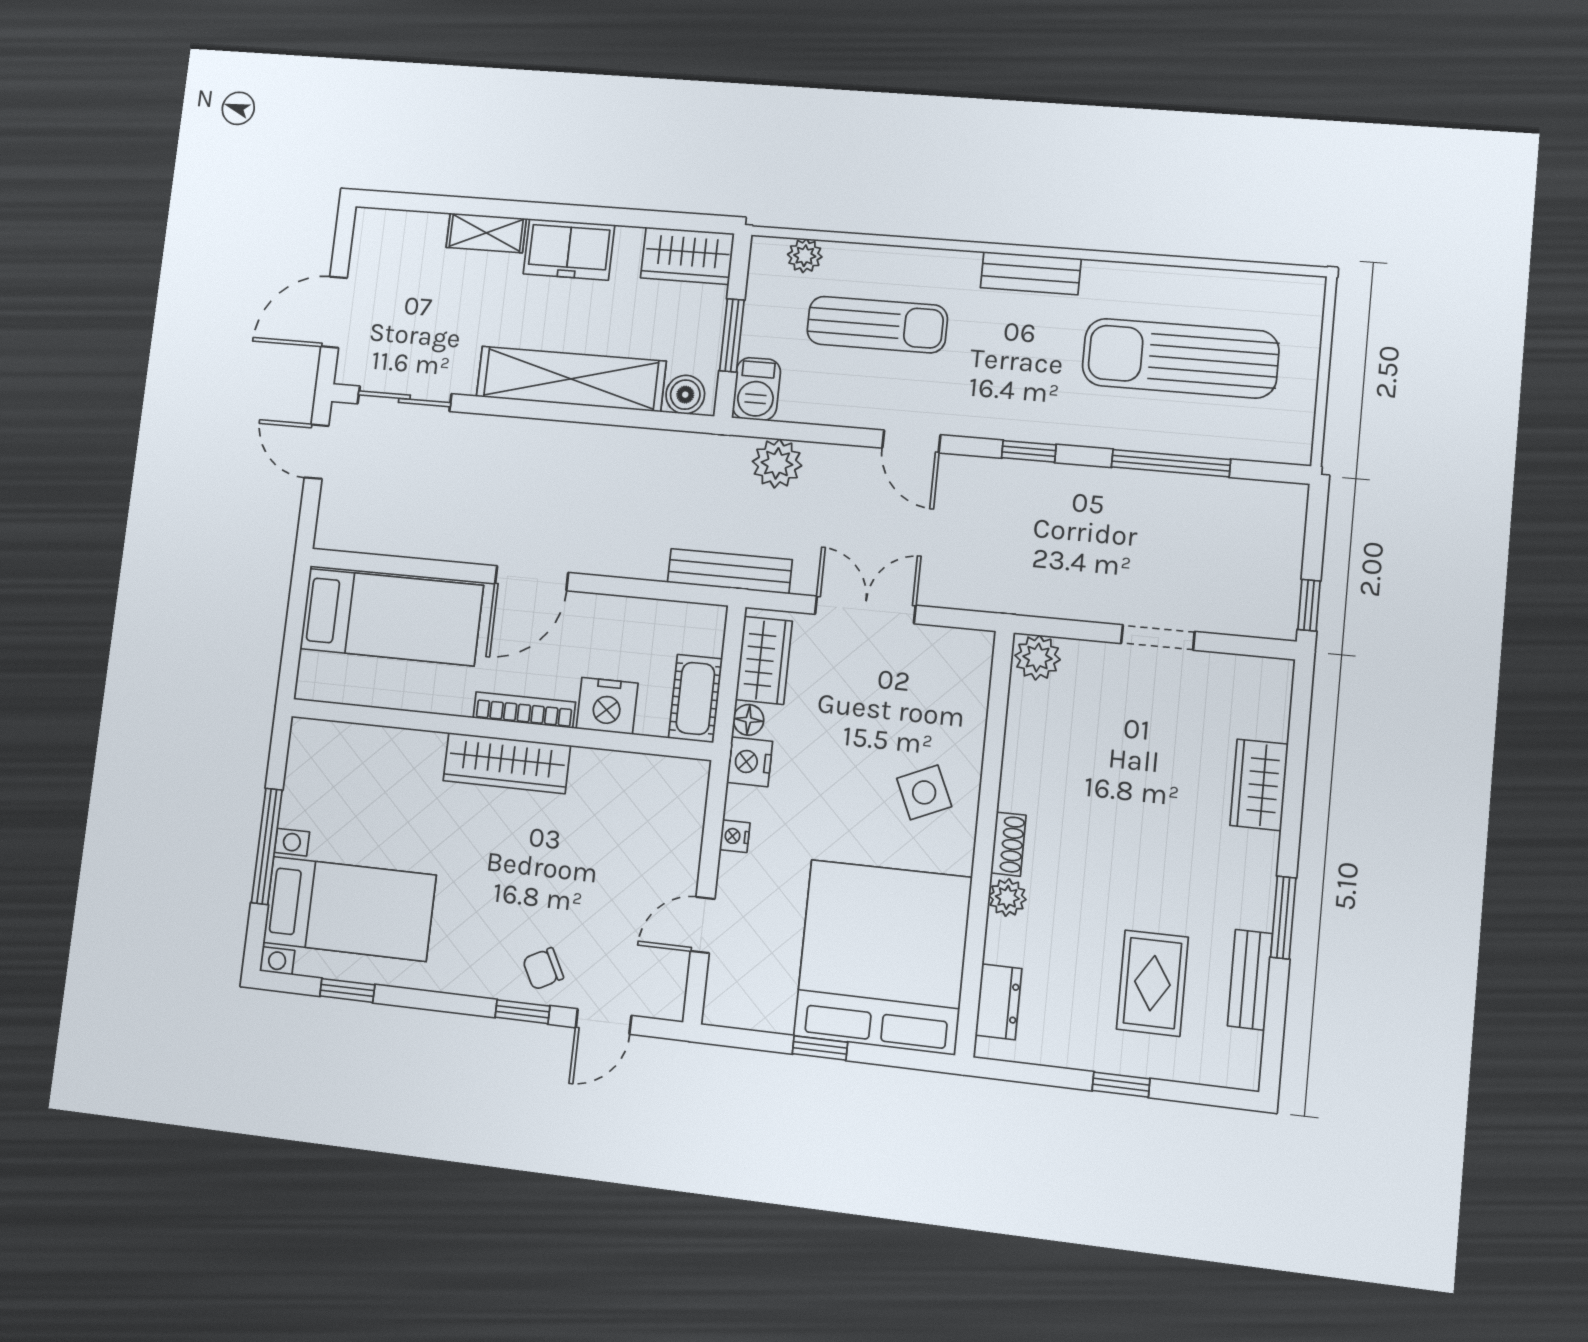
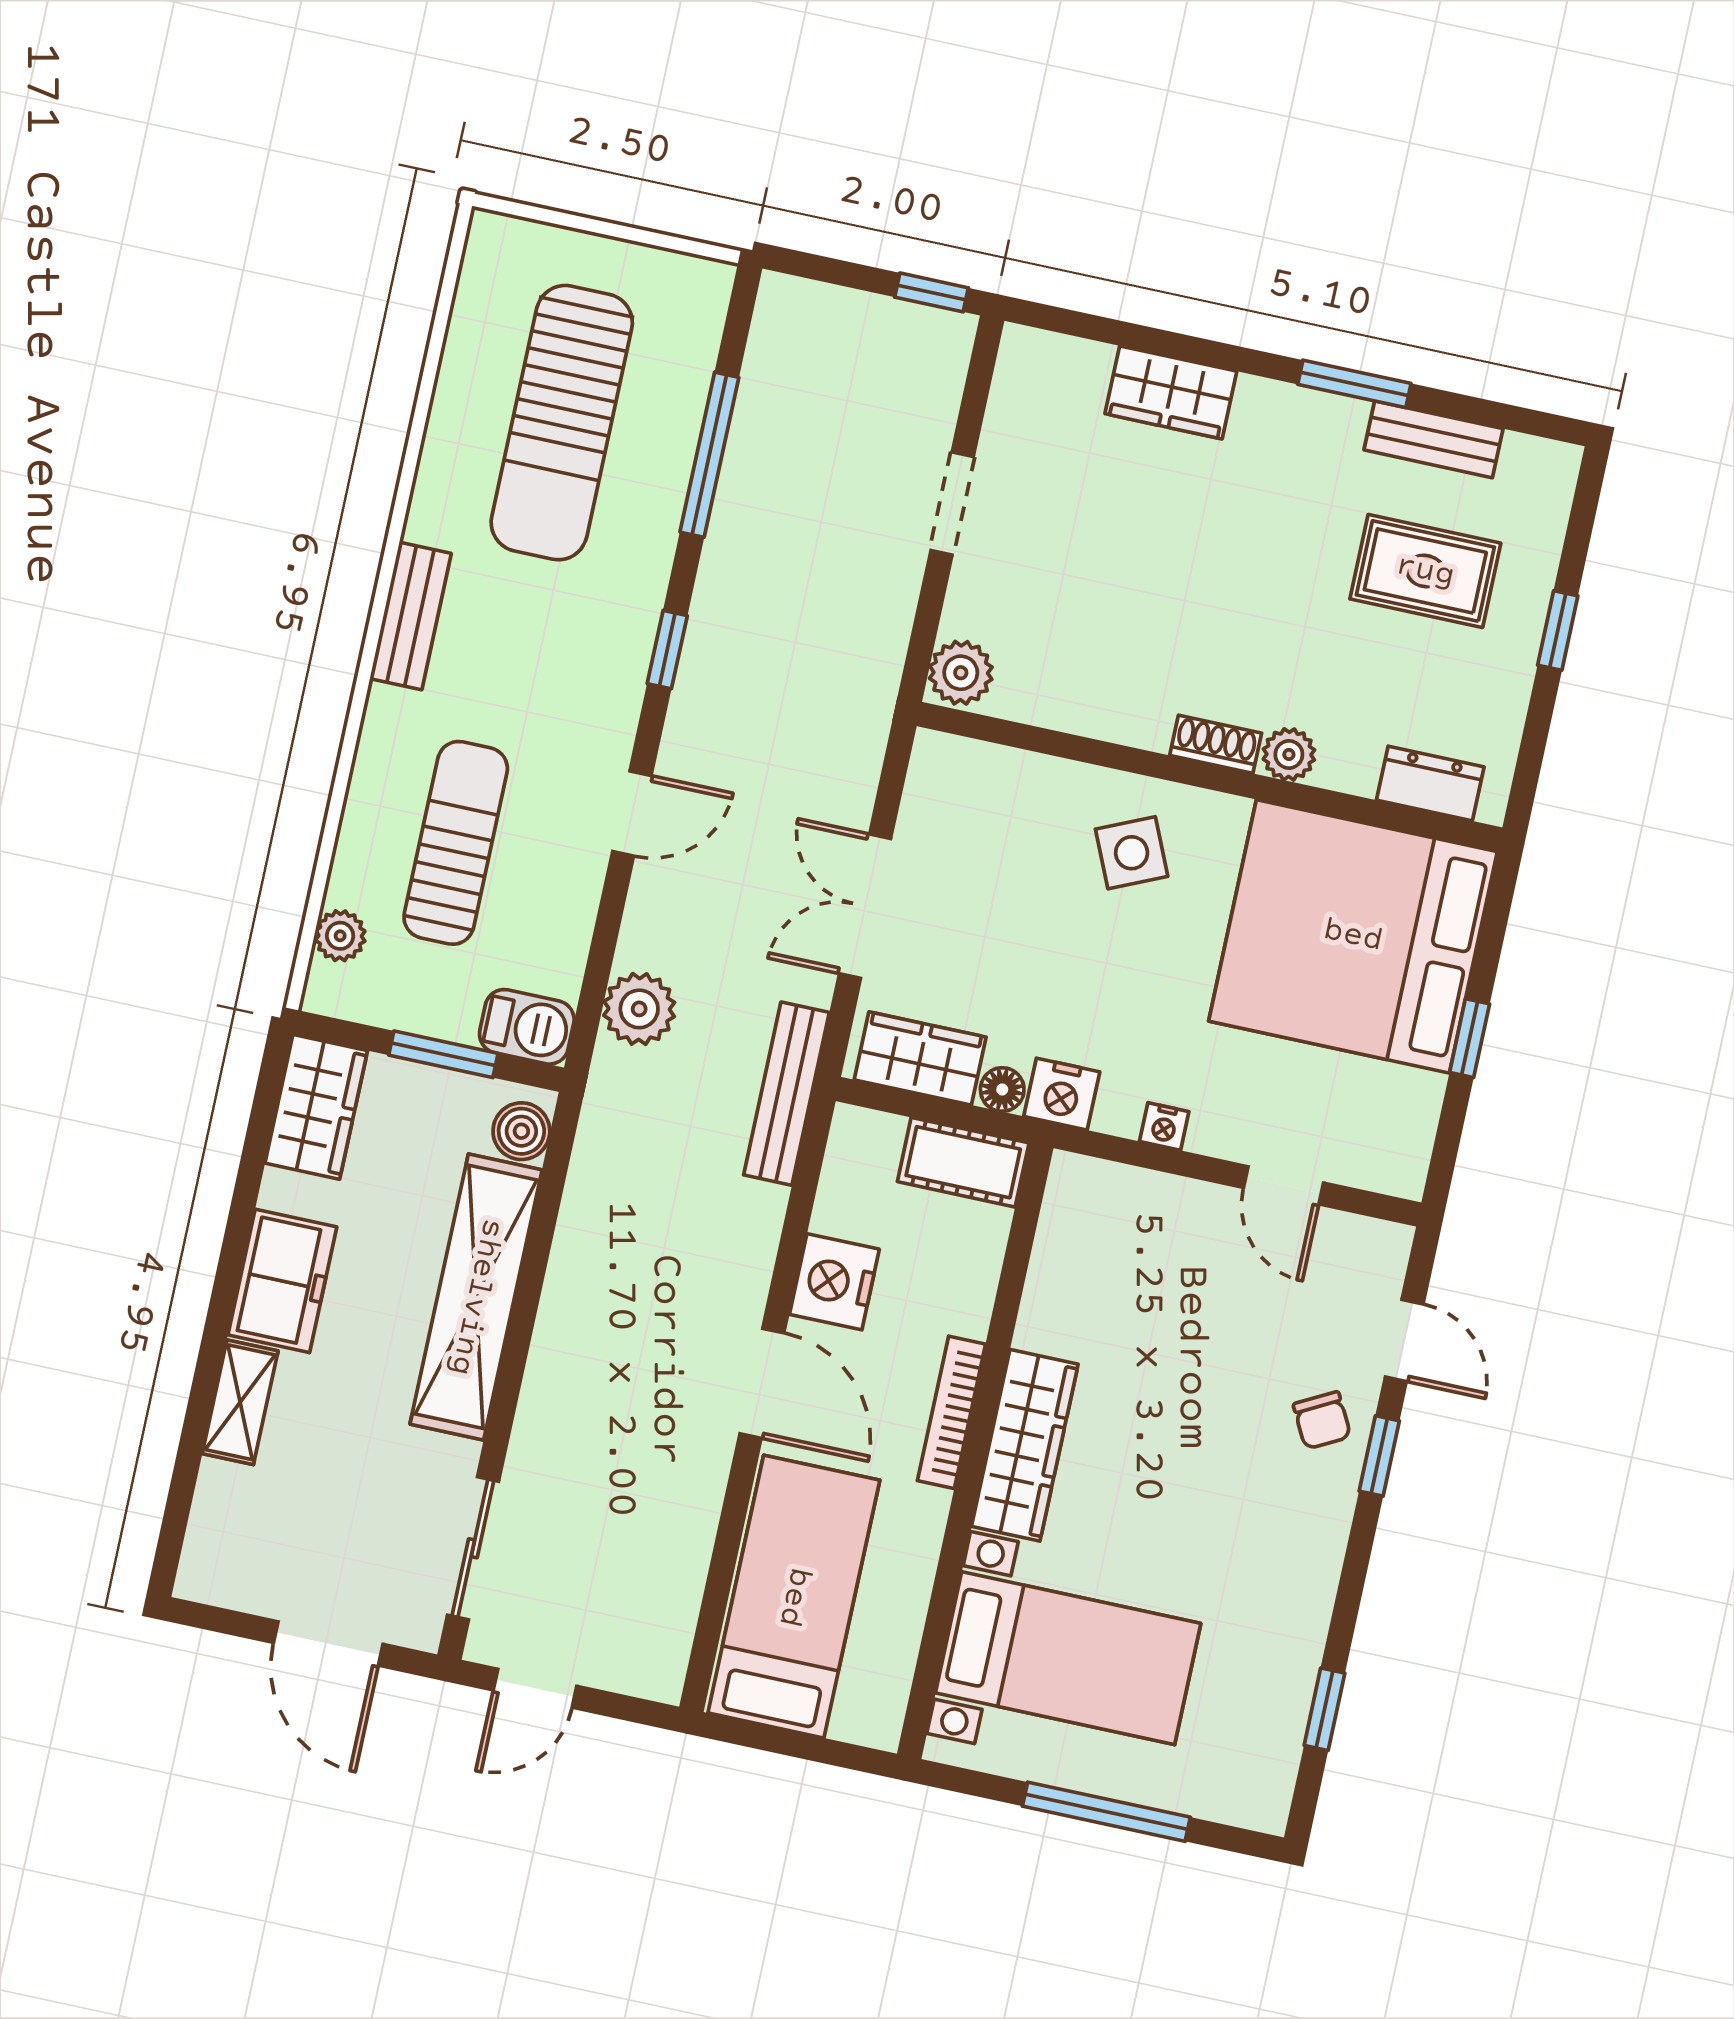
nightstand: (607, 706) -> (834, 1282), moved, turned 180
bed with nightstands: (349, 909) -> (1068, 1658), moved, turned 90

